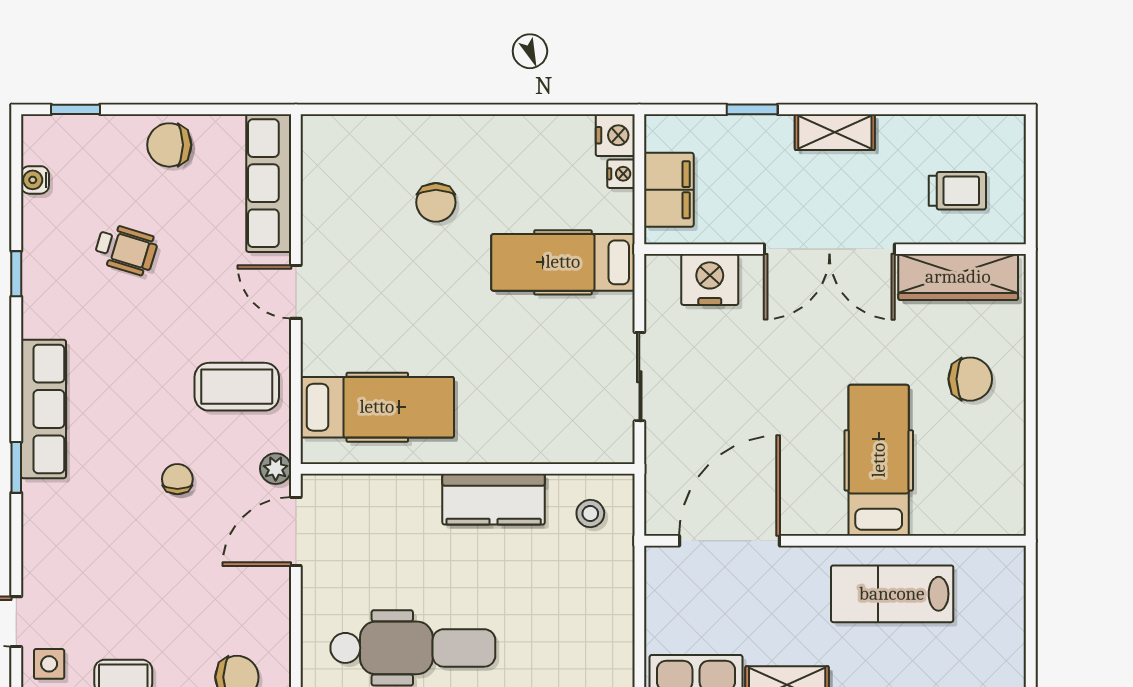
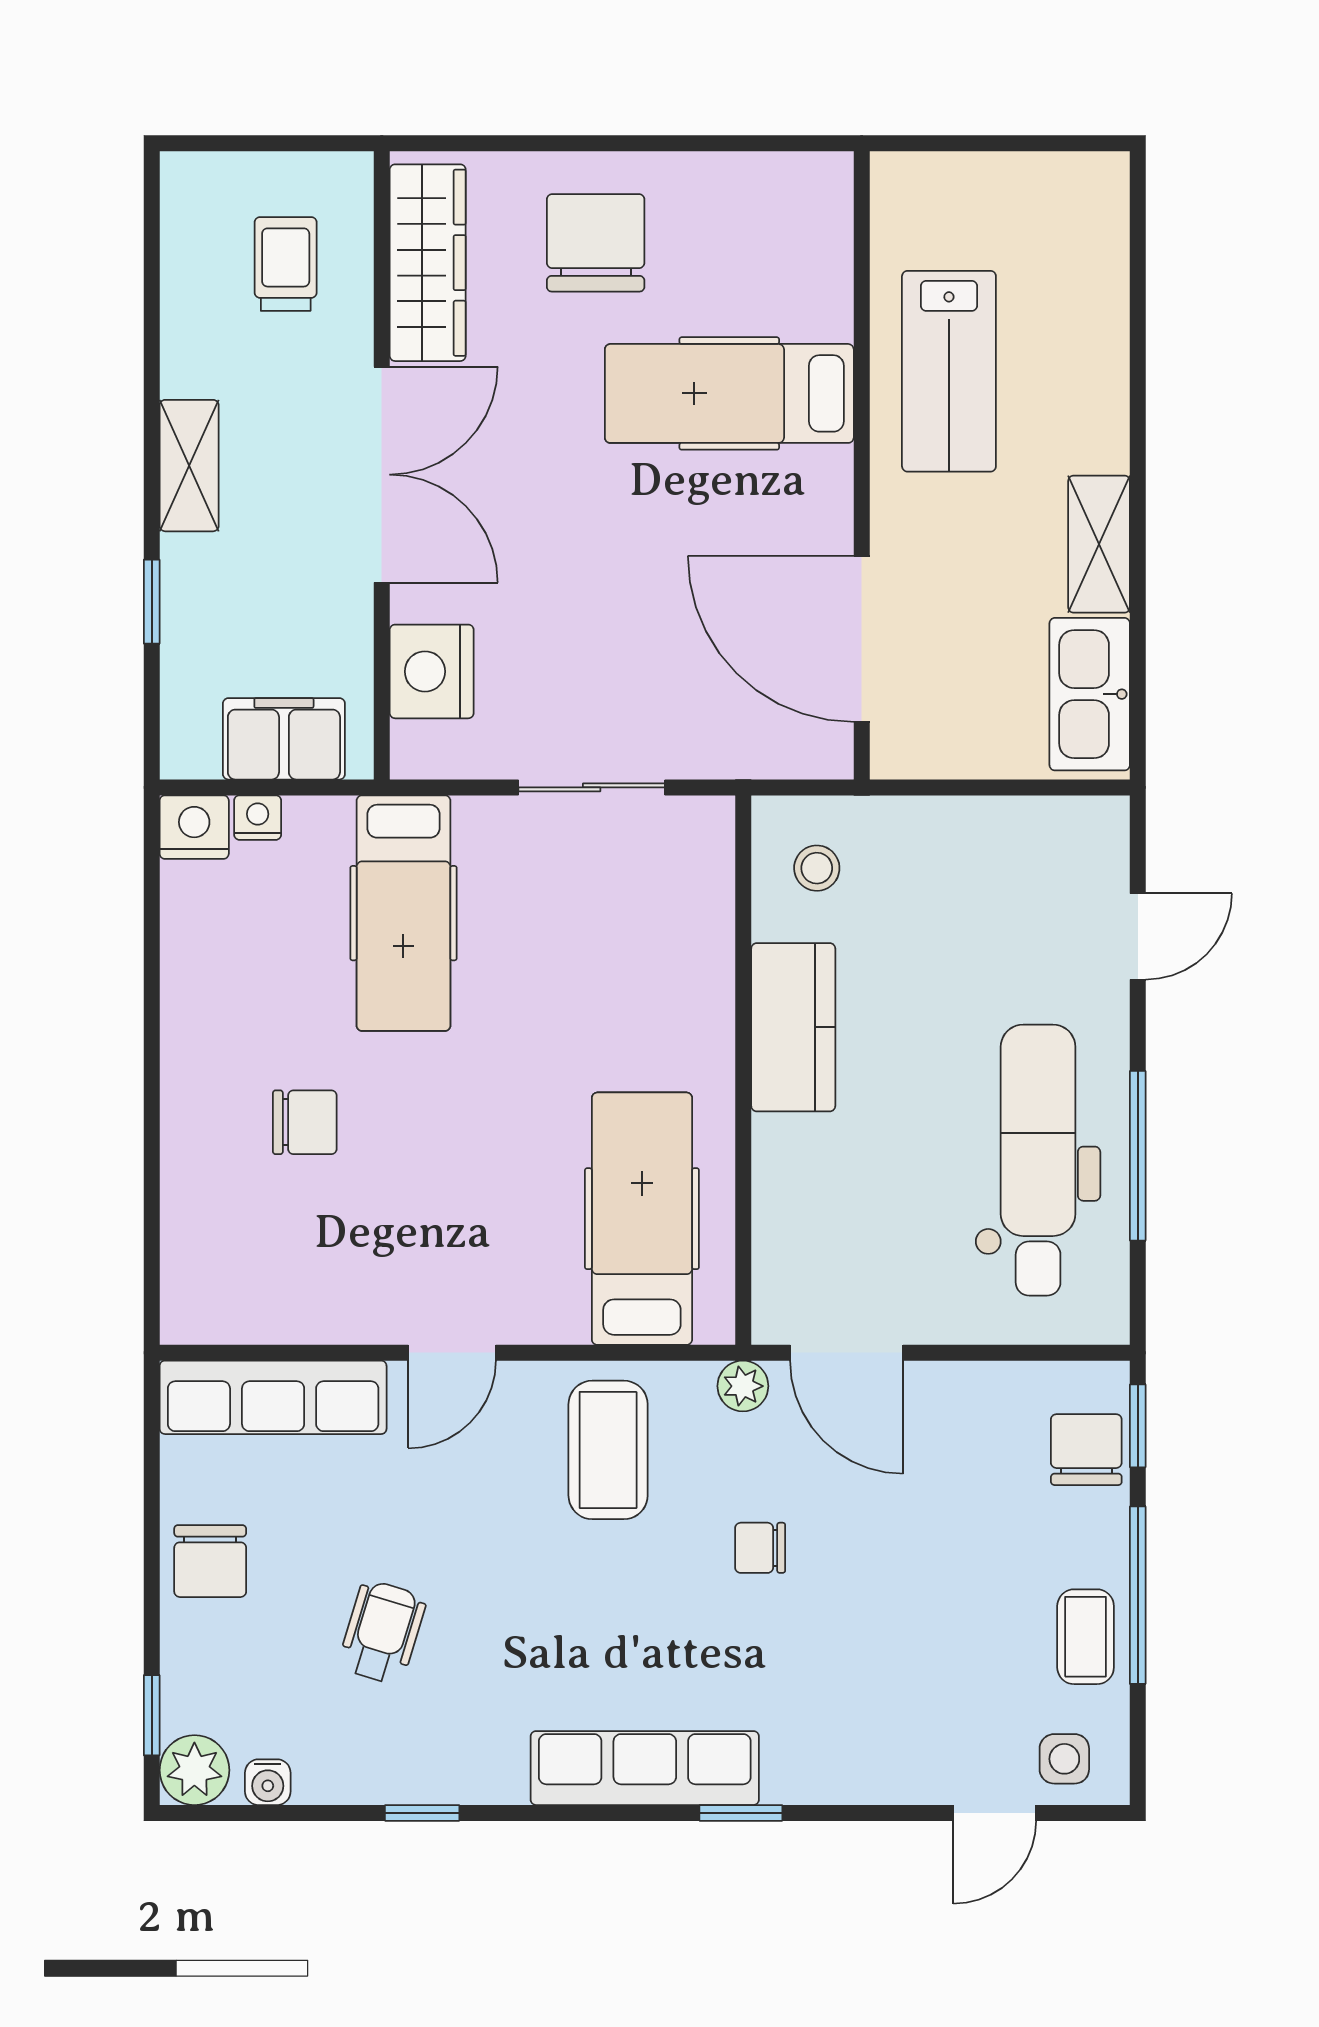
plant: (42, 135) -> (194, 1770), added
chair: (970, 379) -> (596, 243), width x1.37, depth x1.37

